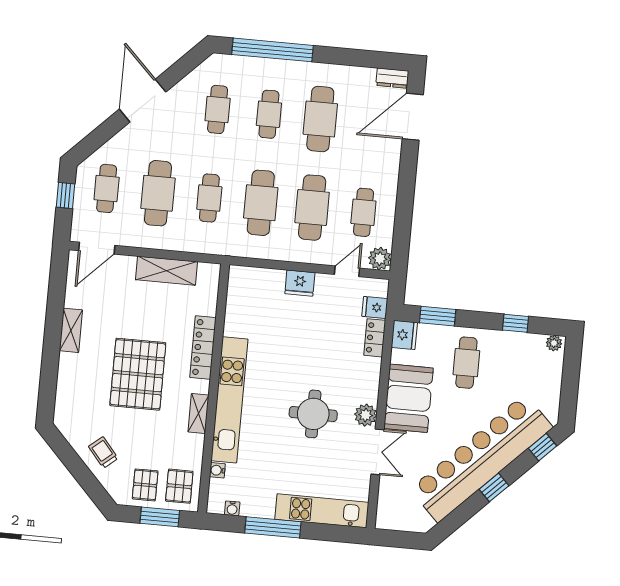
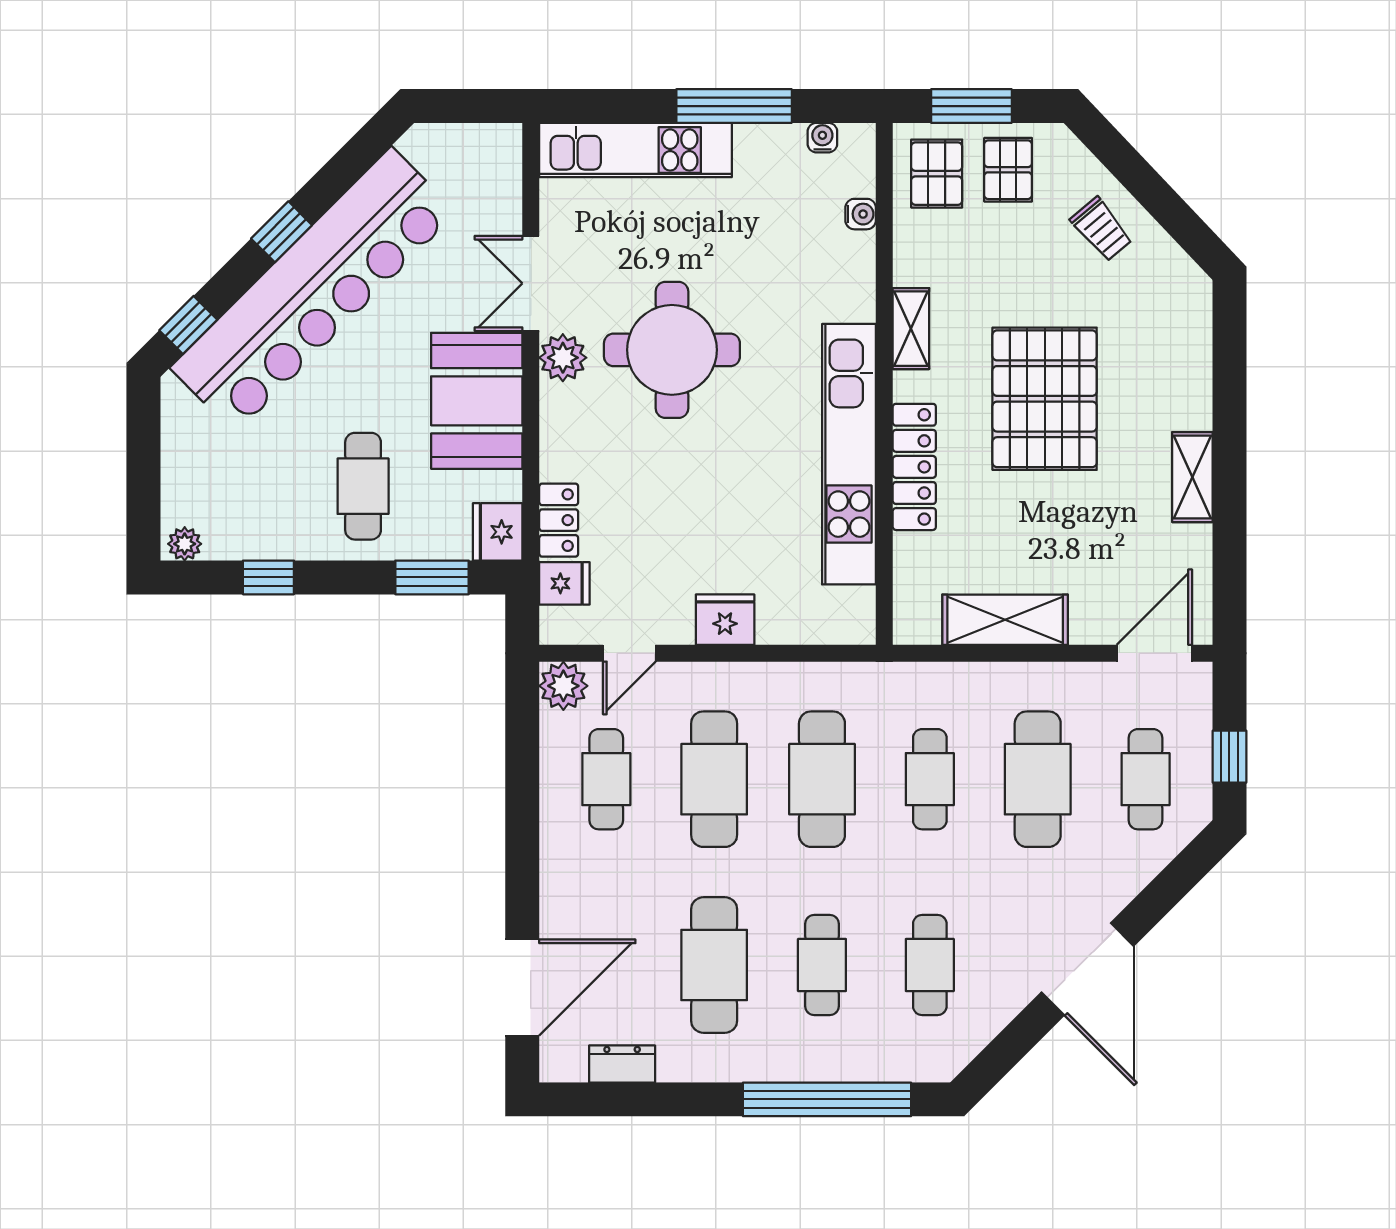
dresser: (392, 78) -> (622, 1064), moved
kitchen unit: (229, 400) -> (849, 454), moved
round table: (313, 414) -> (672, 350), width x1.36, depth x1.36

